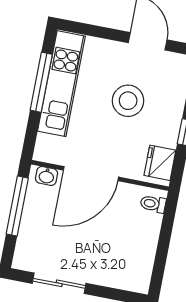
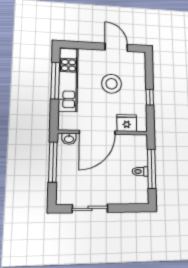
fridge: (160, 163) -> (127, 123), moved, turned 90
toilet: (153, 204) -> (140, 171), moved
window: (163, 244) -> (151, 169), added

